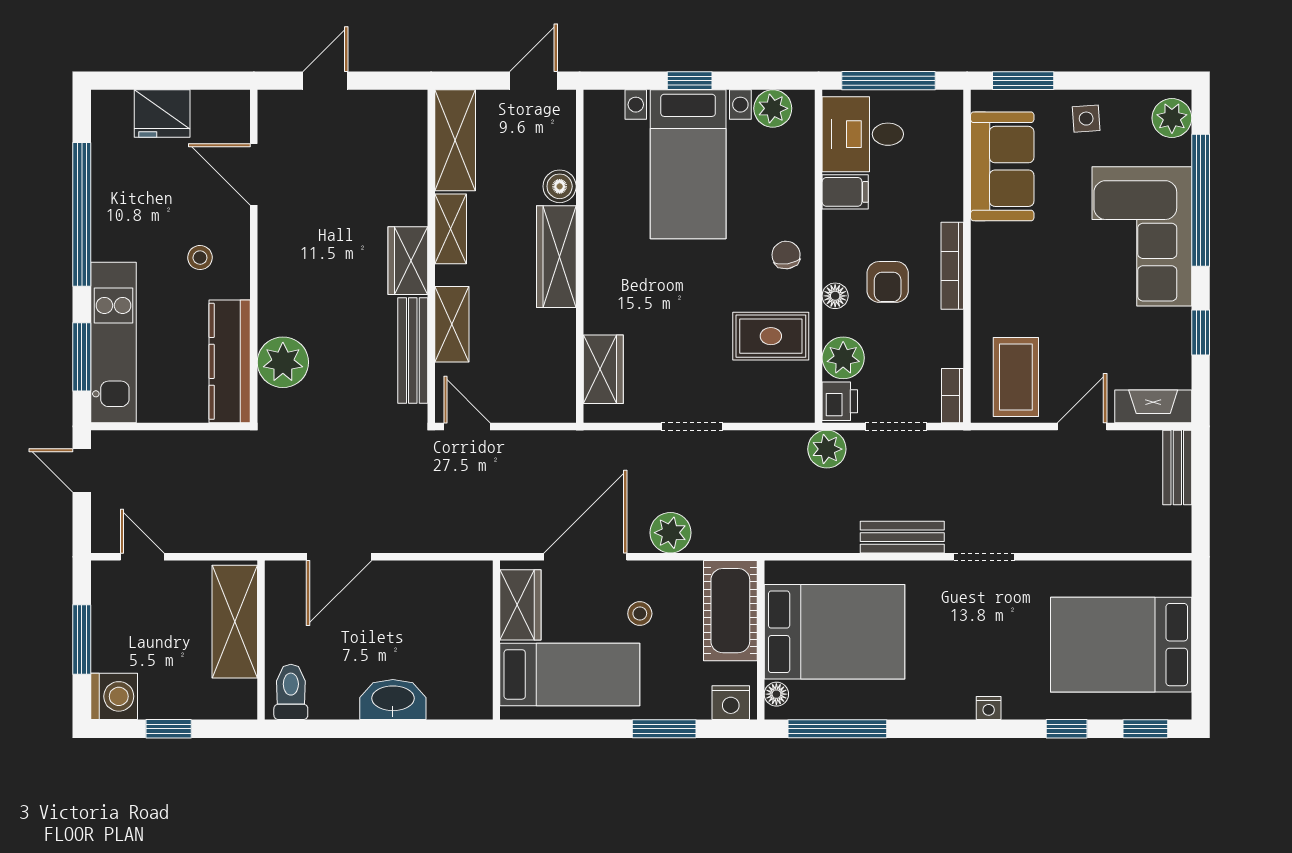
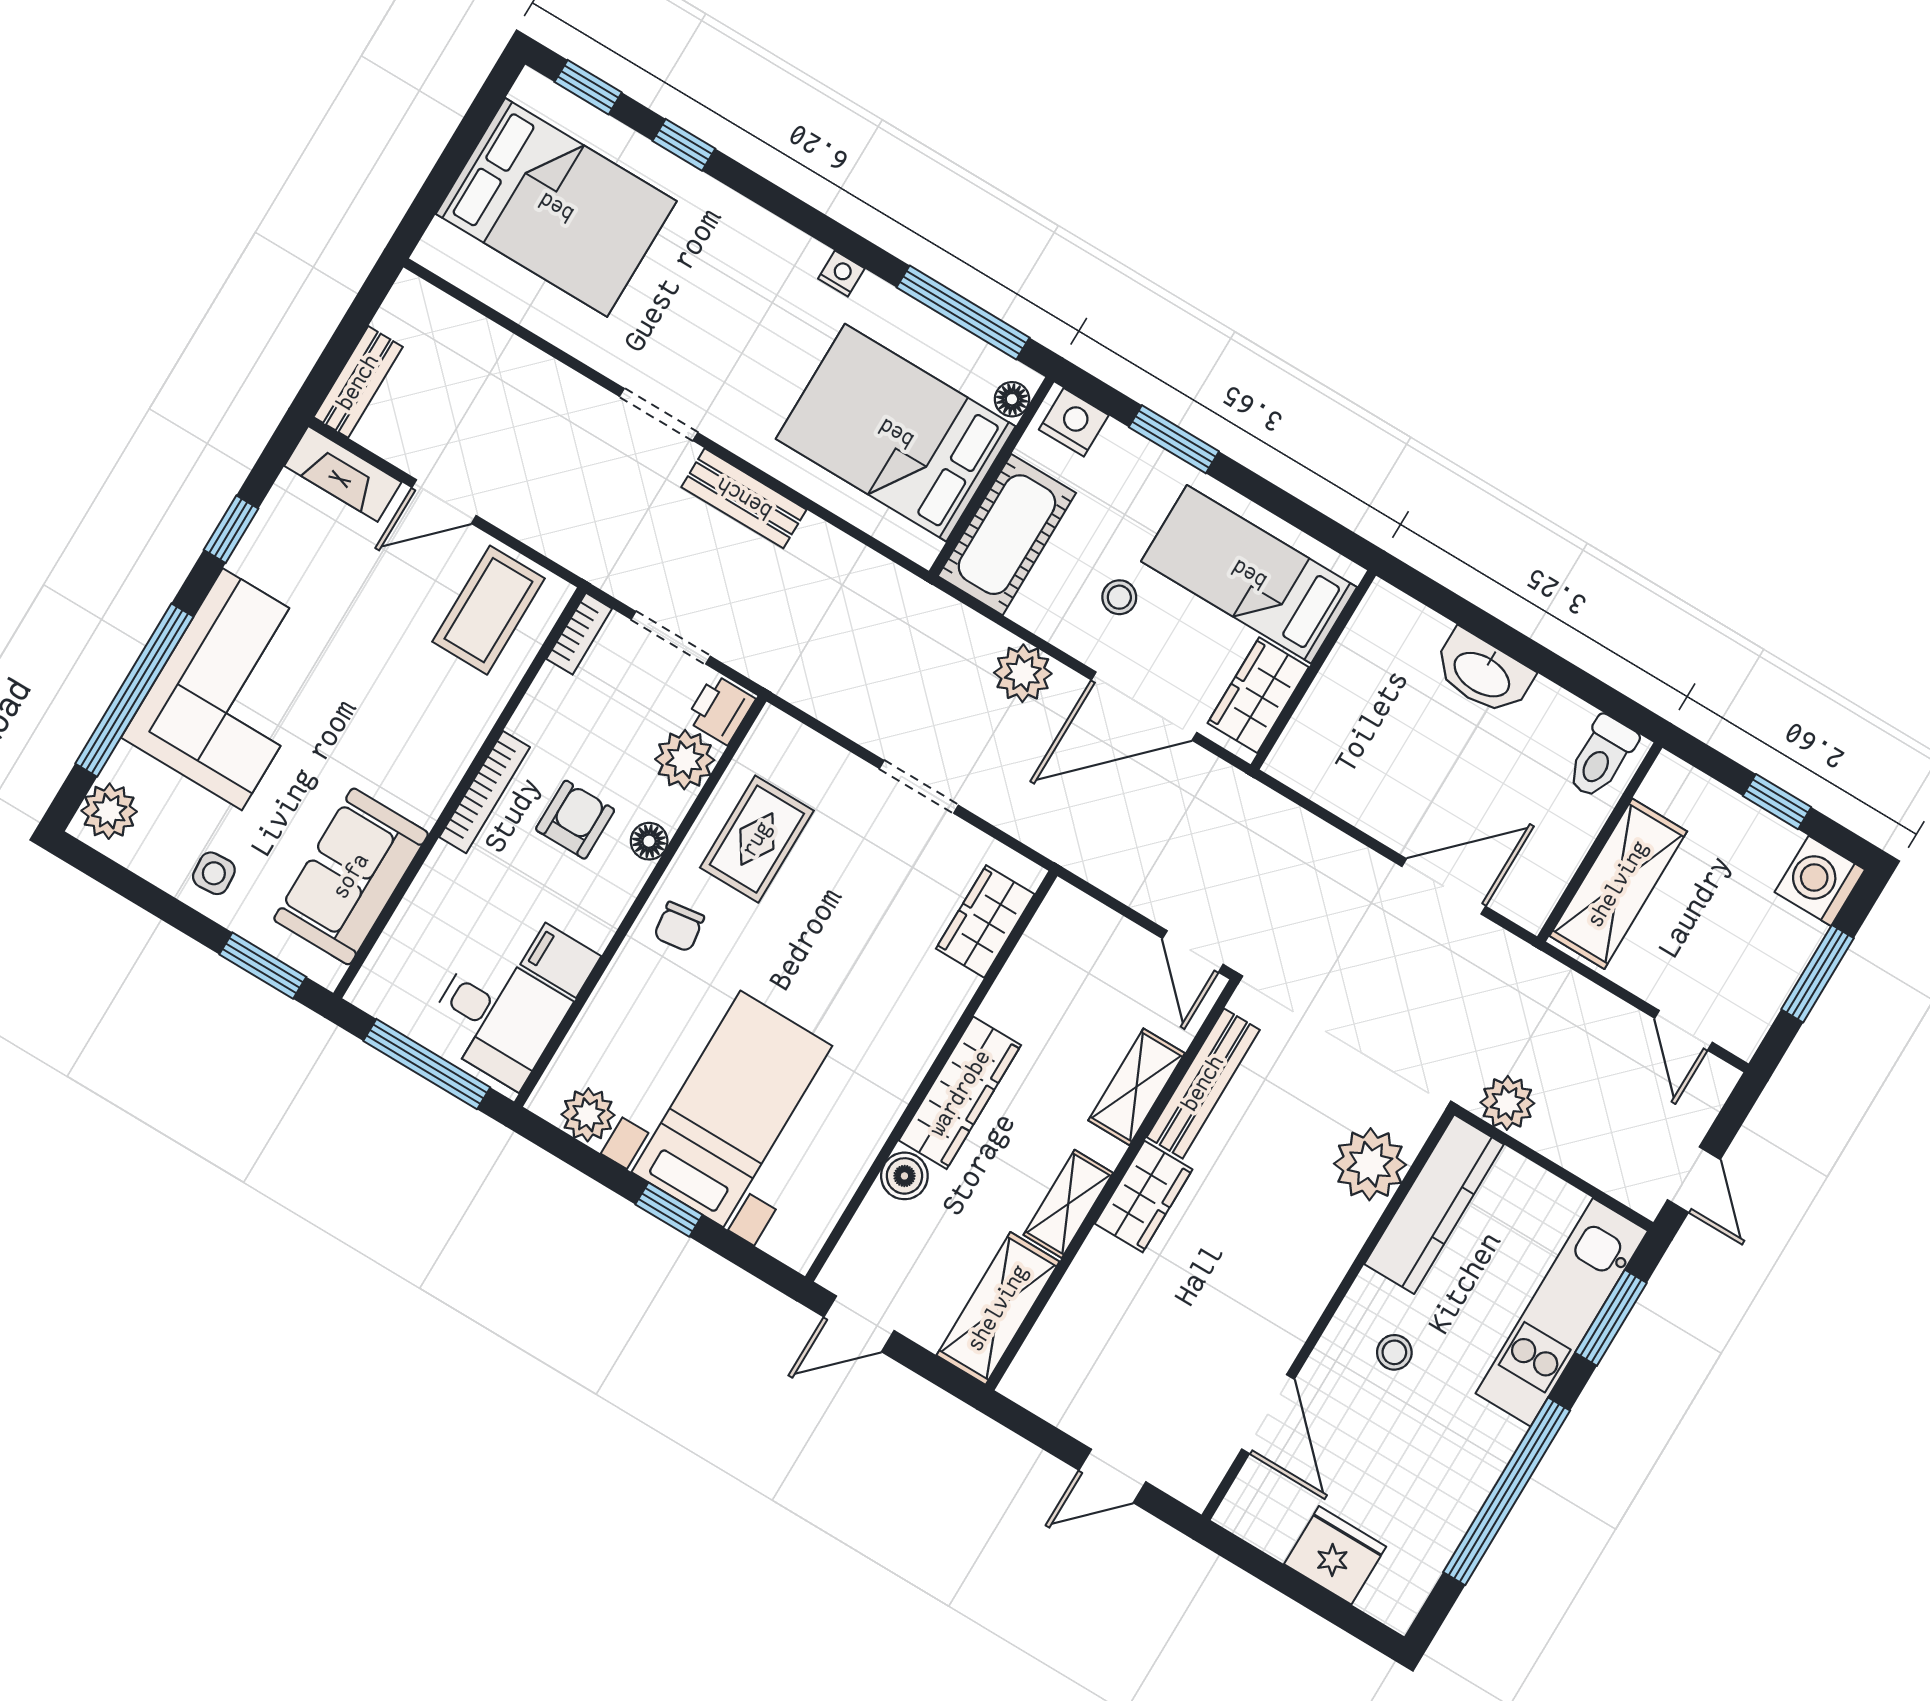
rug: (771, 336) -> (757, 839), turned 90
plant: (827, 449) -> (1507, 1103), moved
nightstand: (989, 708) -> (841, 274), moved

